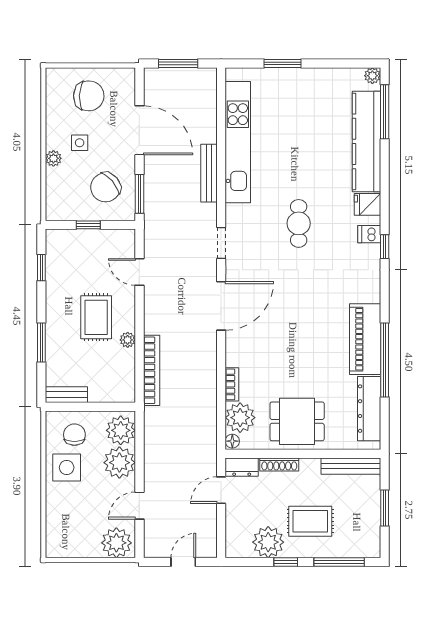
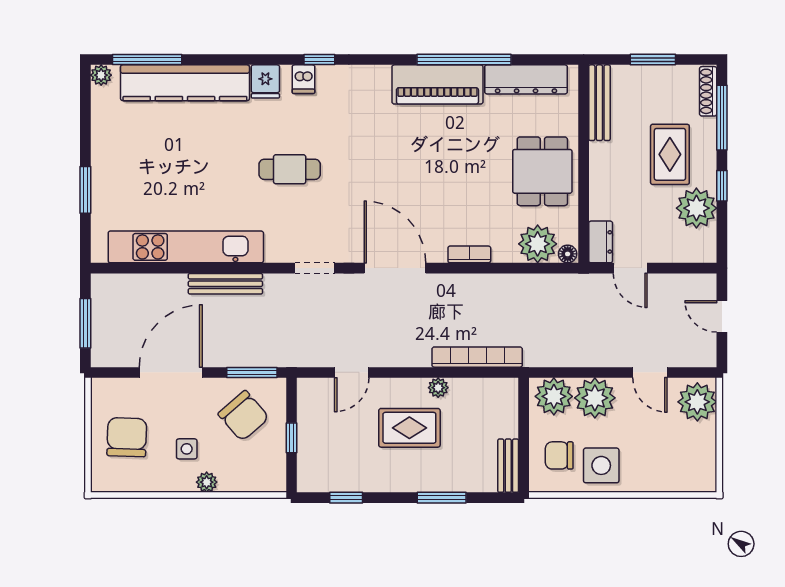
bookcase: (232, 384) -> (469, 254), moved
shoe rack: (279, 464) -> (708, 91), moved, turned 180

